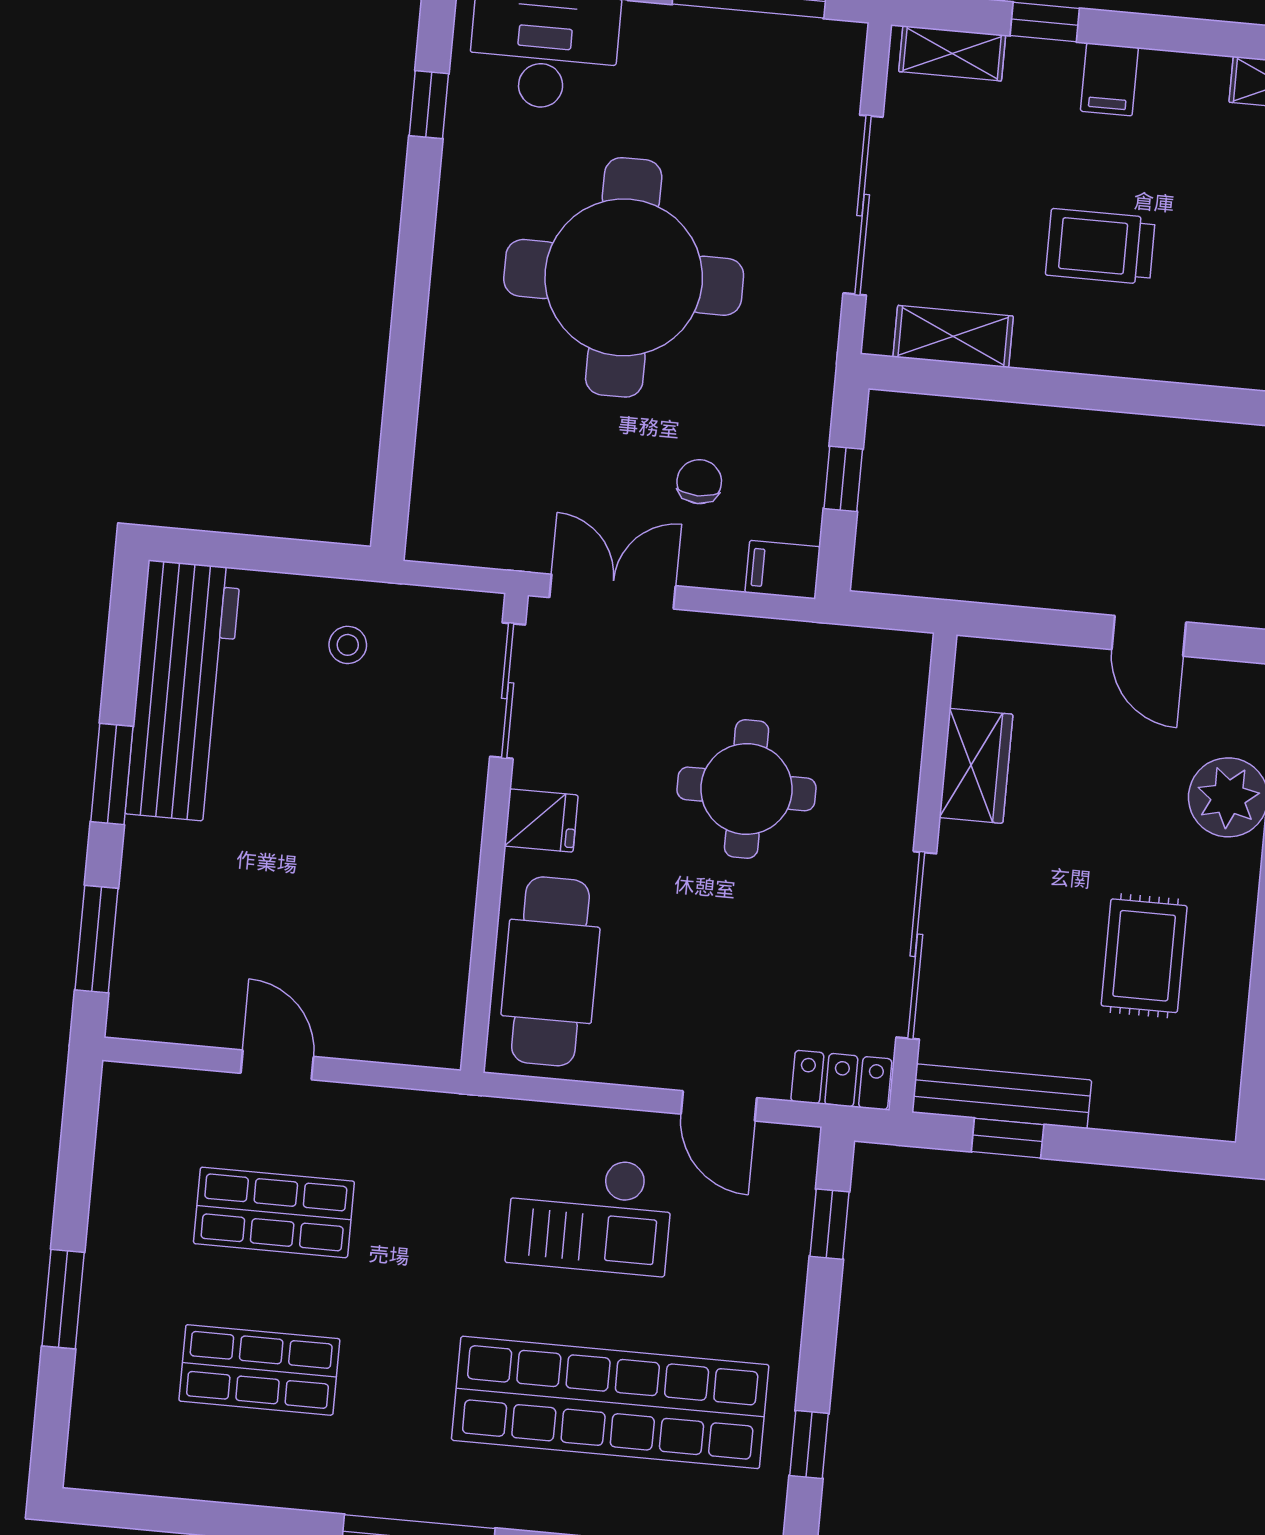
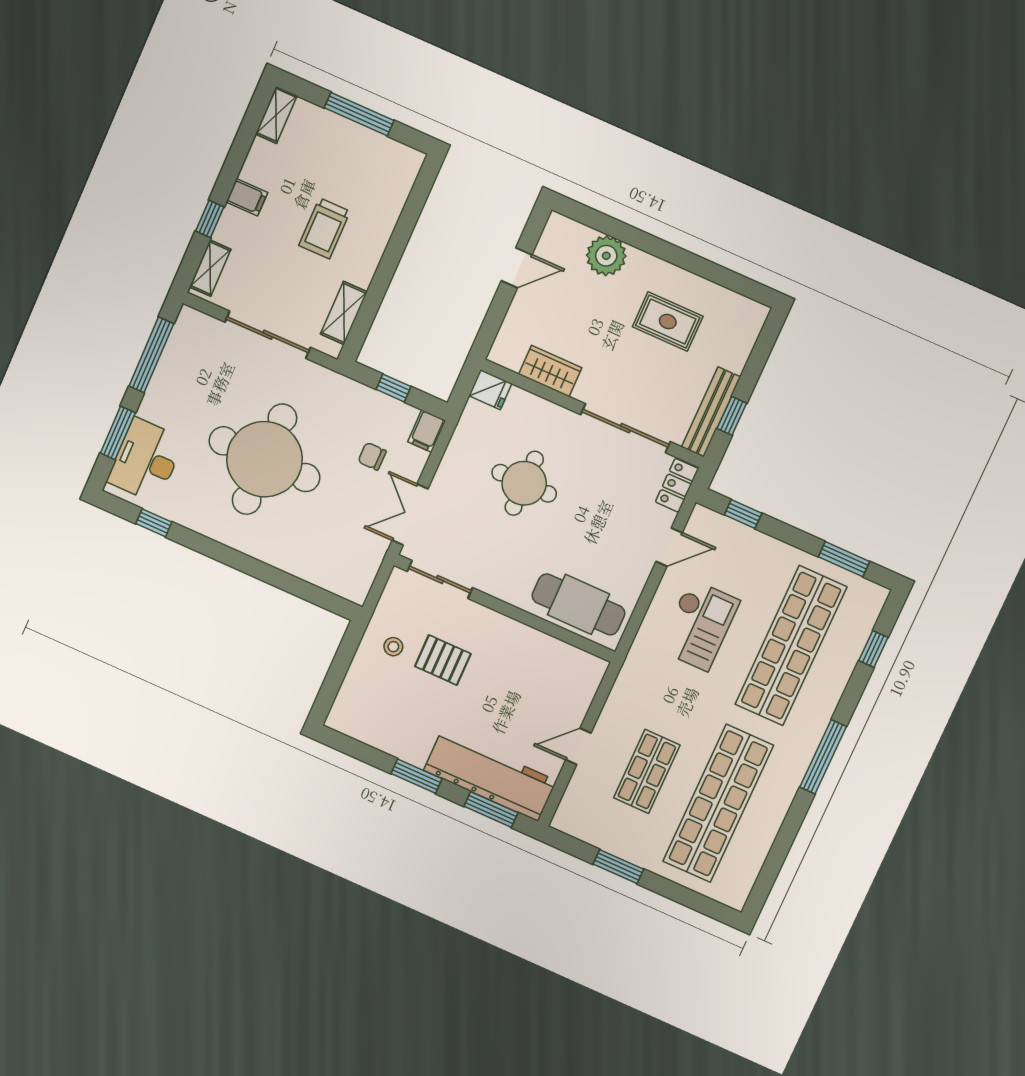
workbench: (183, 691) -> (490, 775), moved
pallet: (355, 749) -> (443, 660), added
fridge: (541, 821) -> (490, 390), moved, turned 90
window: (63, 1299) -> (618, 867), moved
shop shelf: (259, 1370) -> (718, 803), width x2.00, depth x1.36
window: (809, 1445) -> (844, 559), width x1.50

